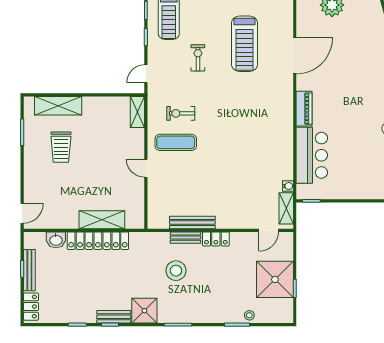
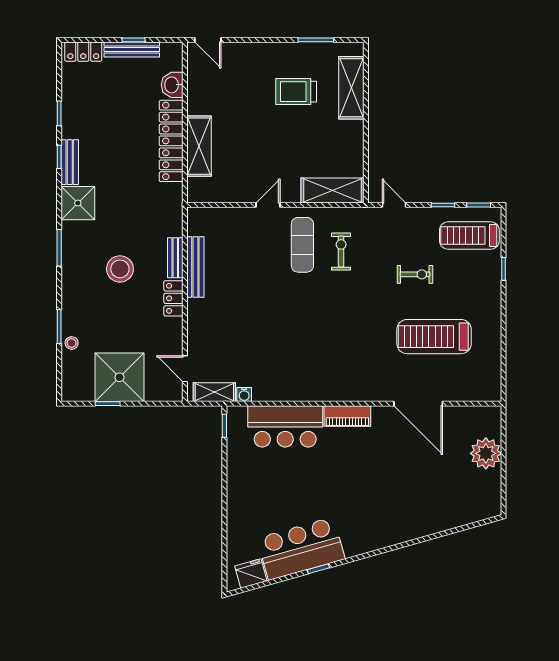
shelving: (137, 112) -> (333, 190), width x1.50, depth x1.33
stool: (176, 271) -> (120, 269), moved

